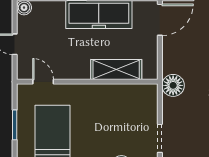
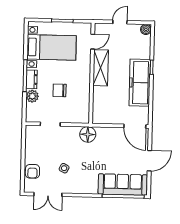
shelving: (116, 70) -> (101, 68), moved
chair: (112, 126) -> (60, 90), added

